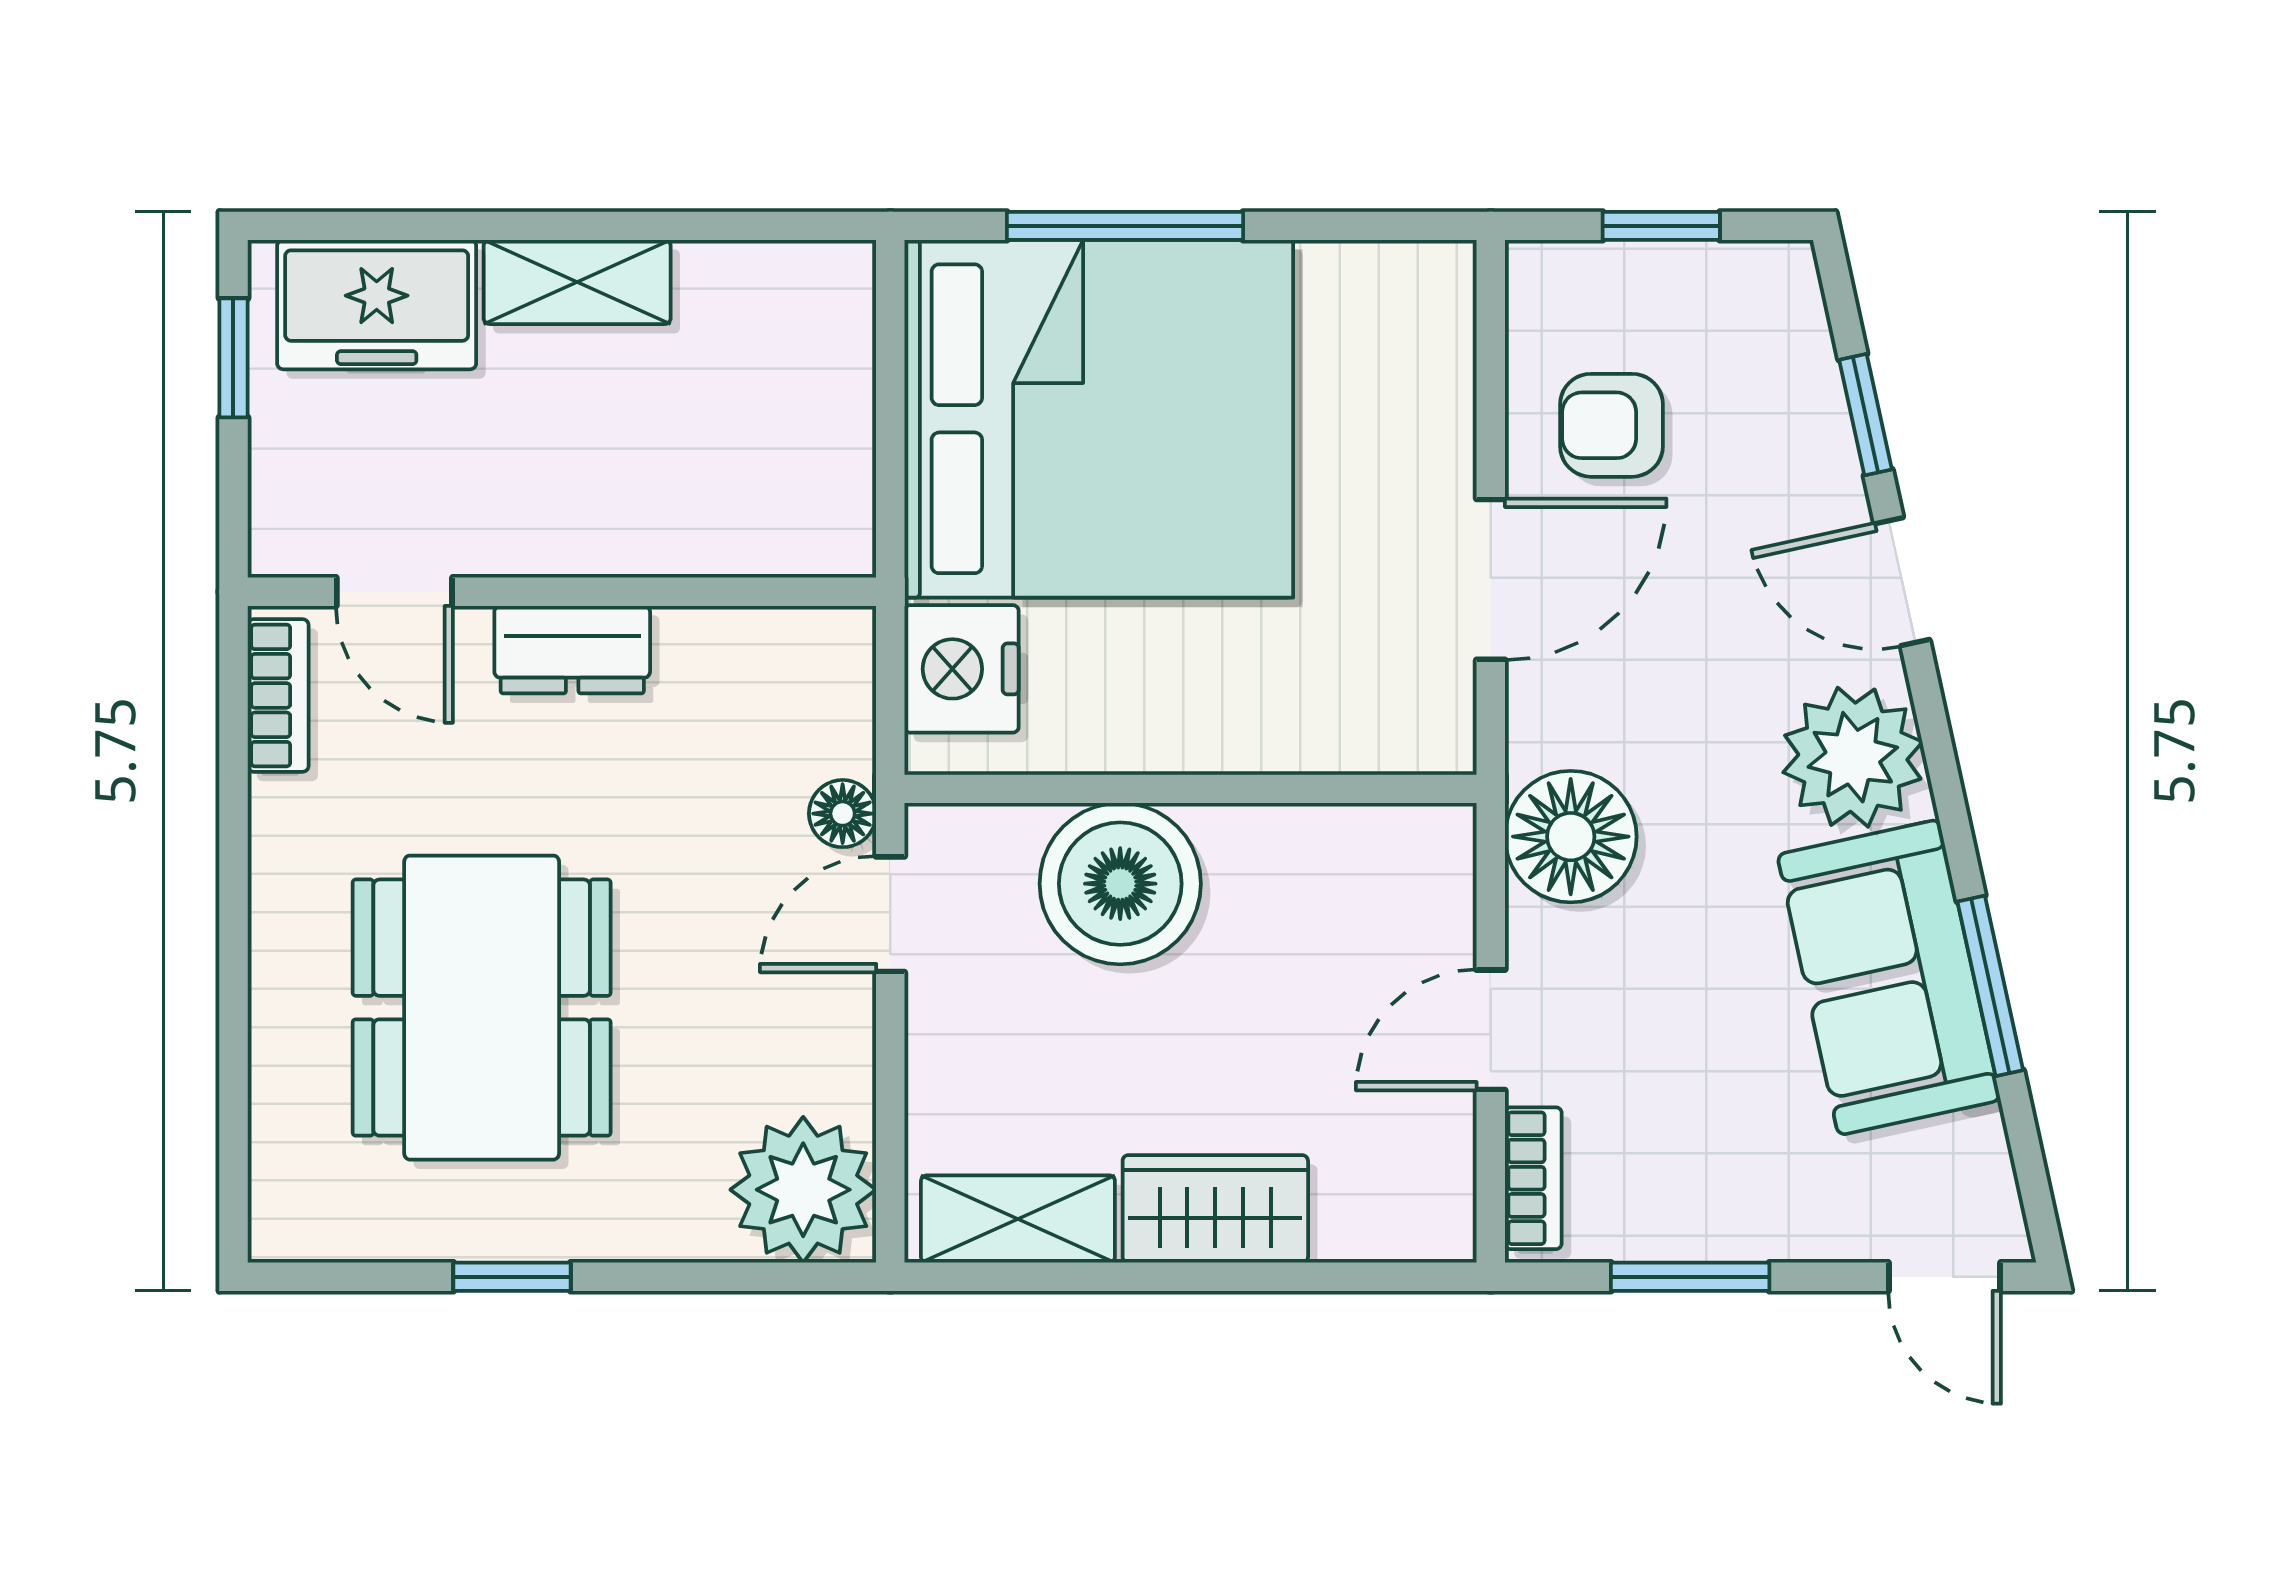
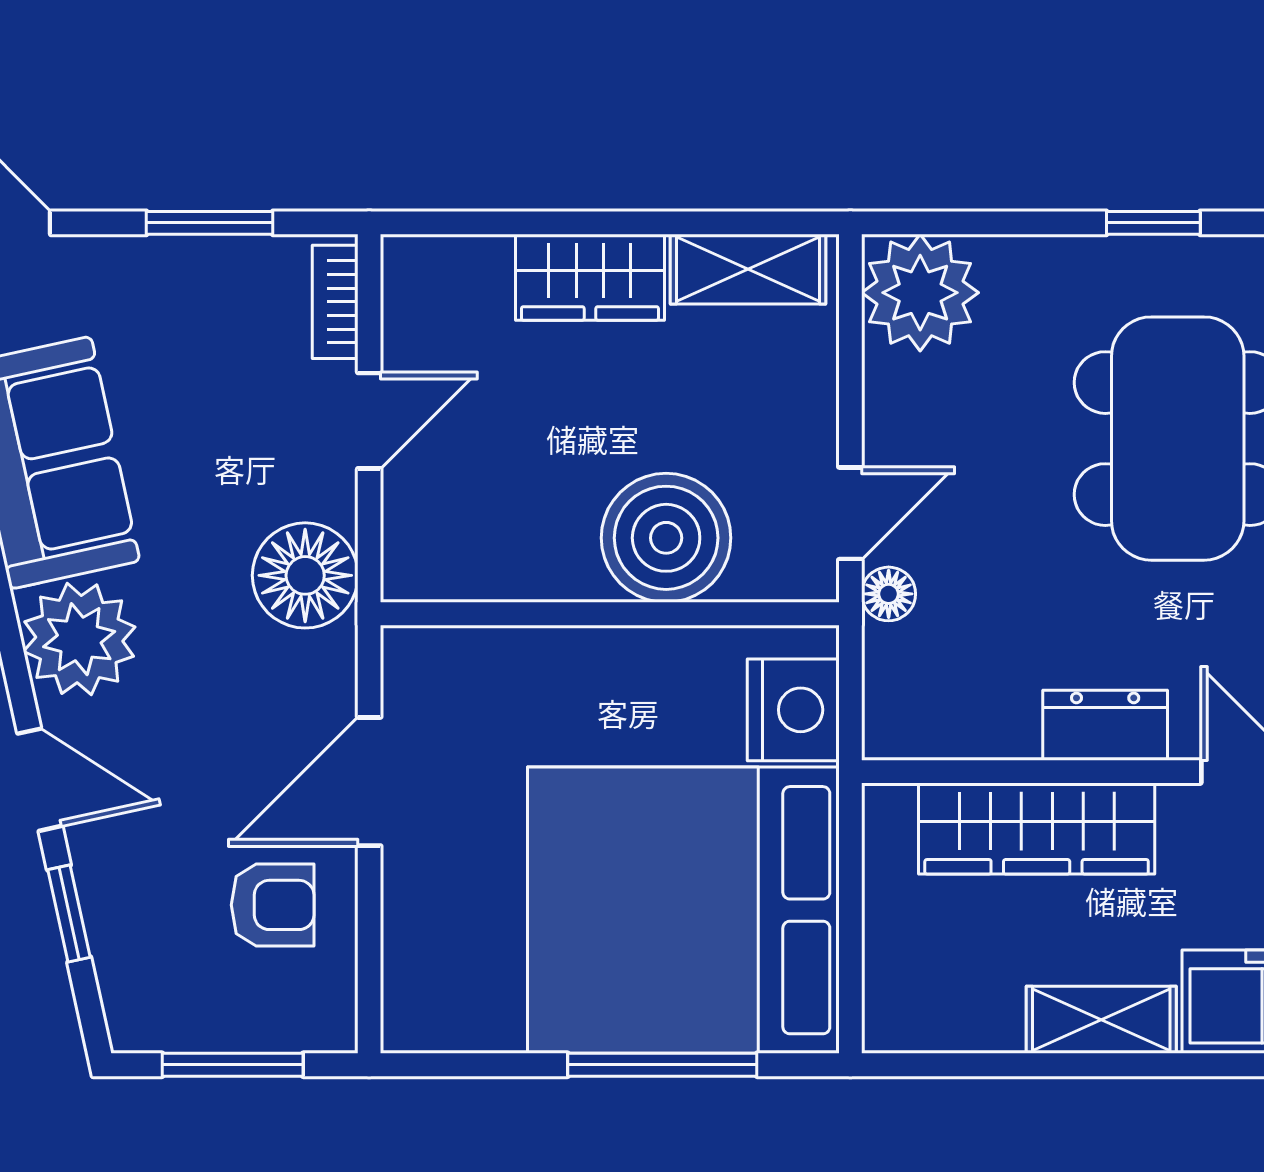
window: (1661, 226) -> (233, 1065), width x1.50
wardrobe: (658, 521) -> (1037, 828), added

